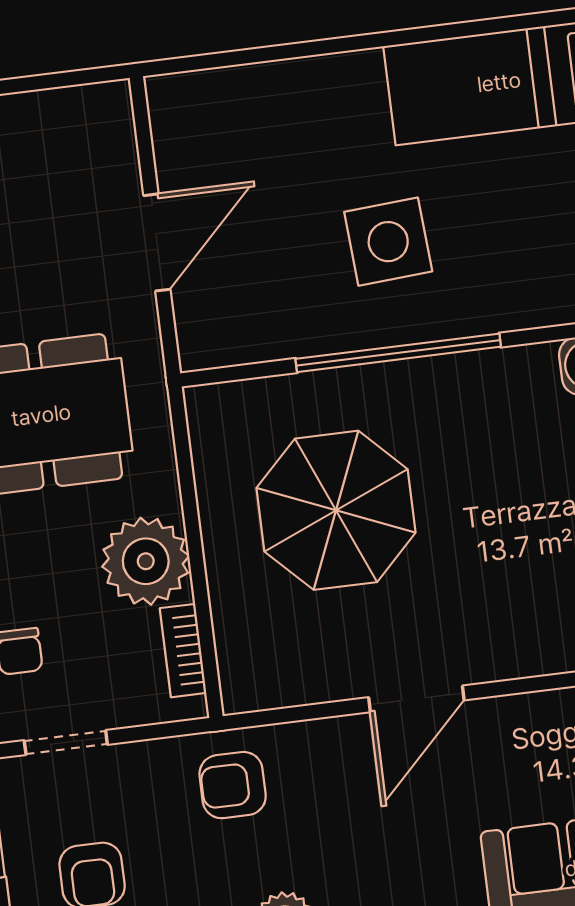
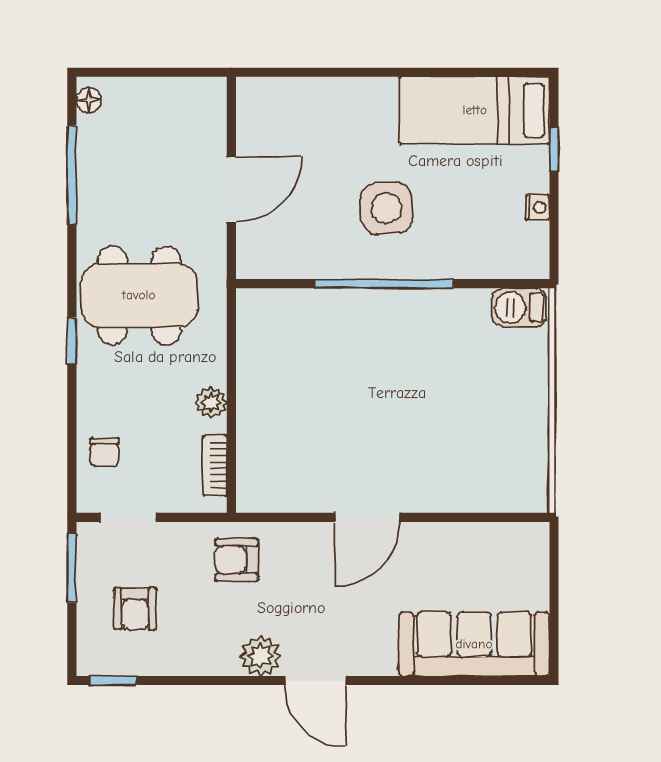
parasol: (336, 510) -> (329, 384), removed
plant: (146, 561) -> (211, 402), width x0.53, depth x0.53

